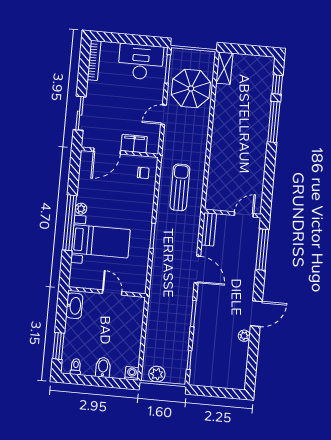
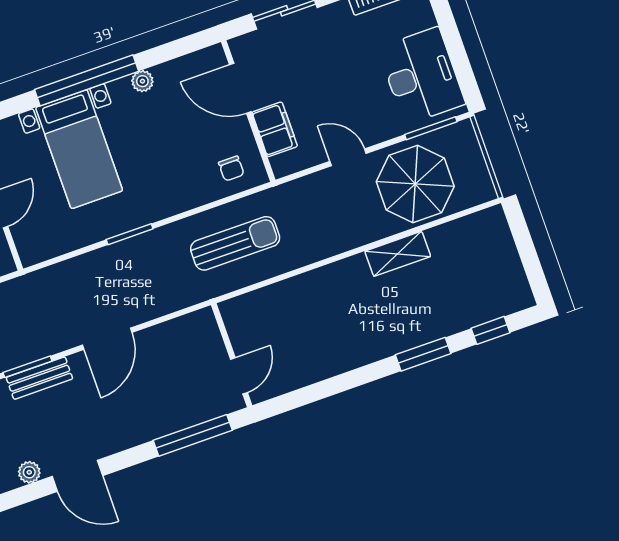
shelving: (224, 68) -> (398, 254), moved
window: (274, 122) -> (423, 354), width x0.69
plant: (81, 209) -> (142, 81), moved
door: (244, 215) -> (239, 376), hinge flipped
bench: (209, 229) -> (39, 378), moved

